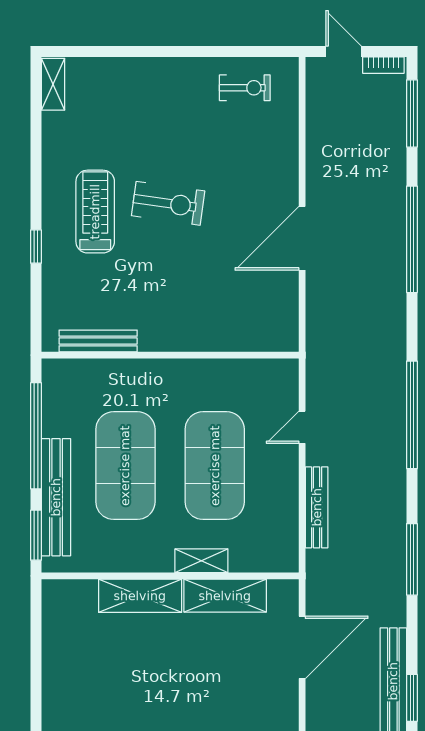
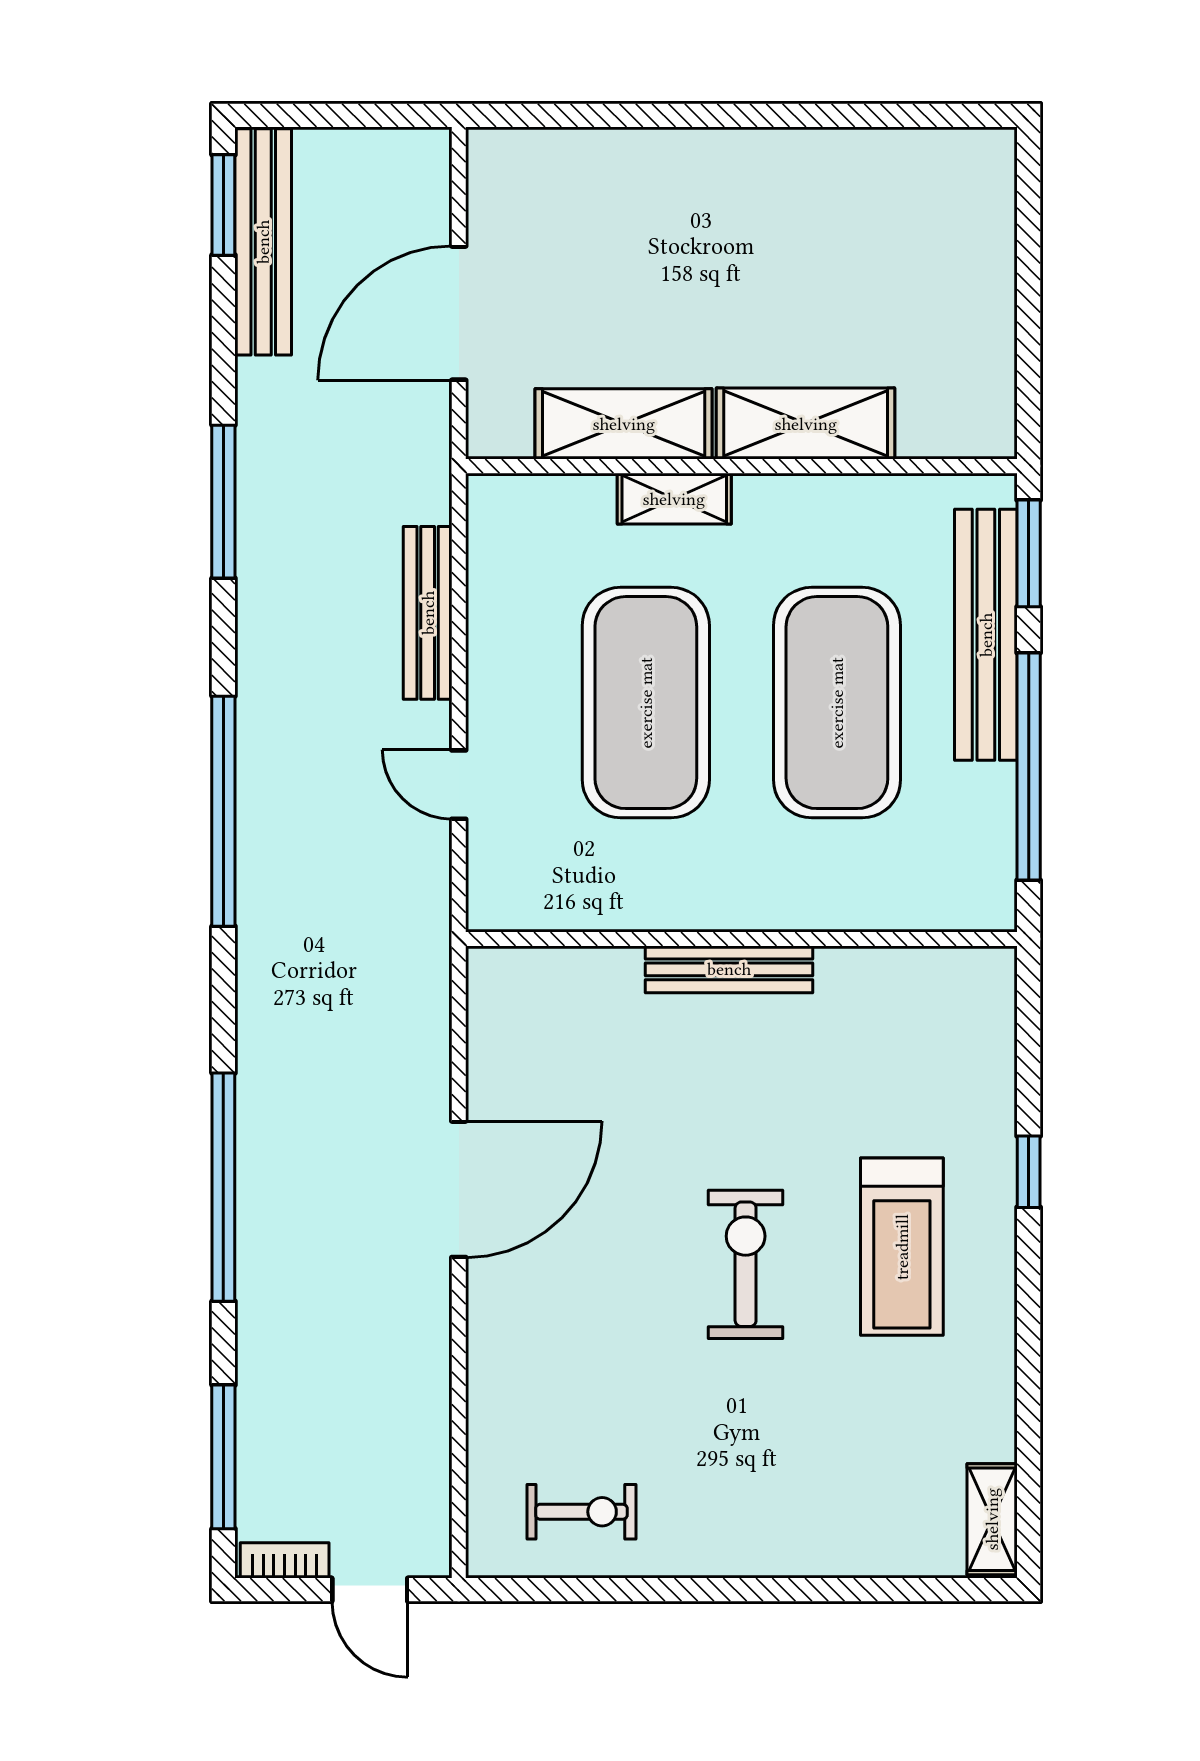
exercise bike: (245, 88) -> (581, 1512), turned 180
exercise bike: (168, 203) -> (746, 1264), turned 82
bench: (98, 341) -> (729, 969), moved
door: (302, 427) -> (459, 785), swing flipped

